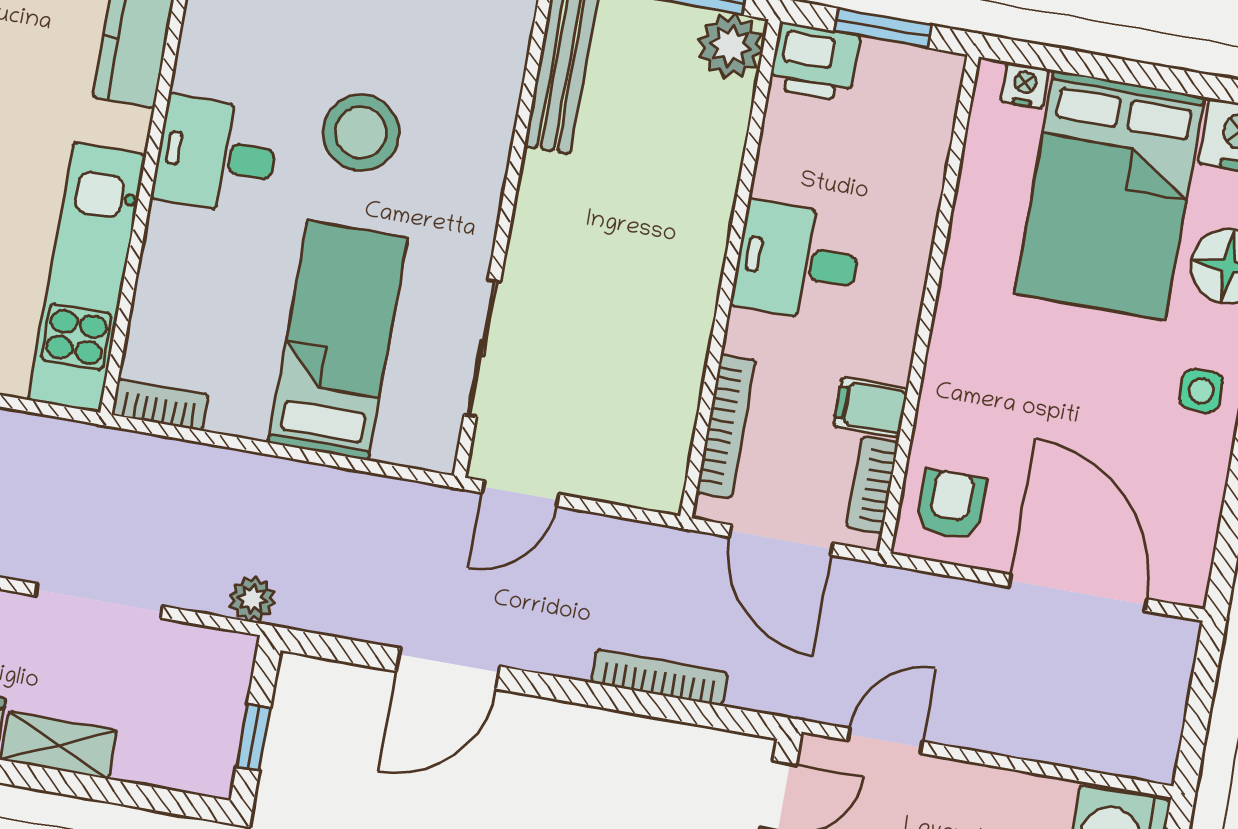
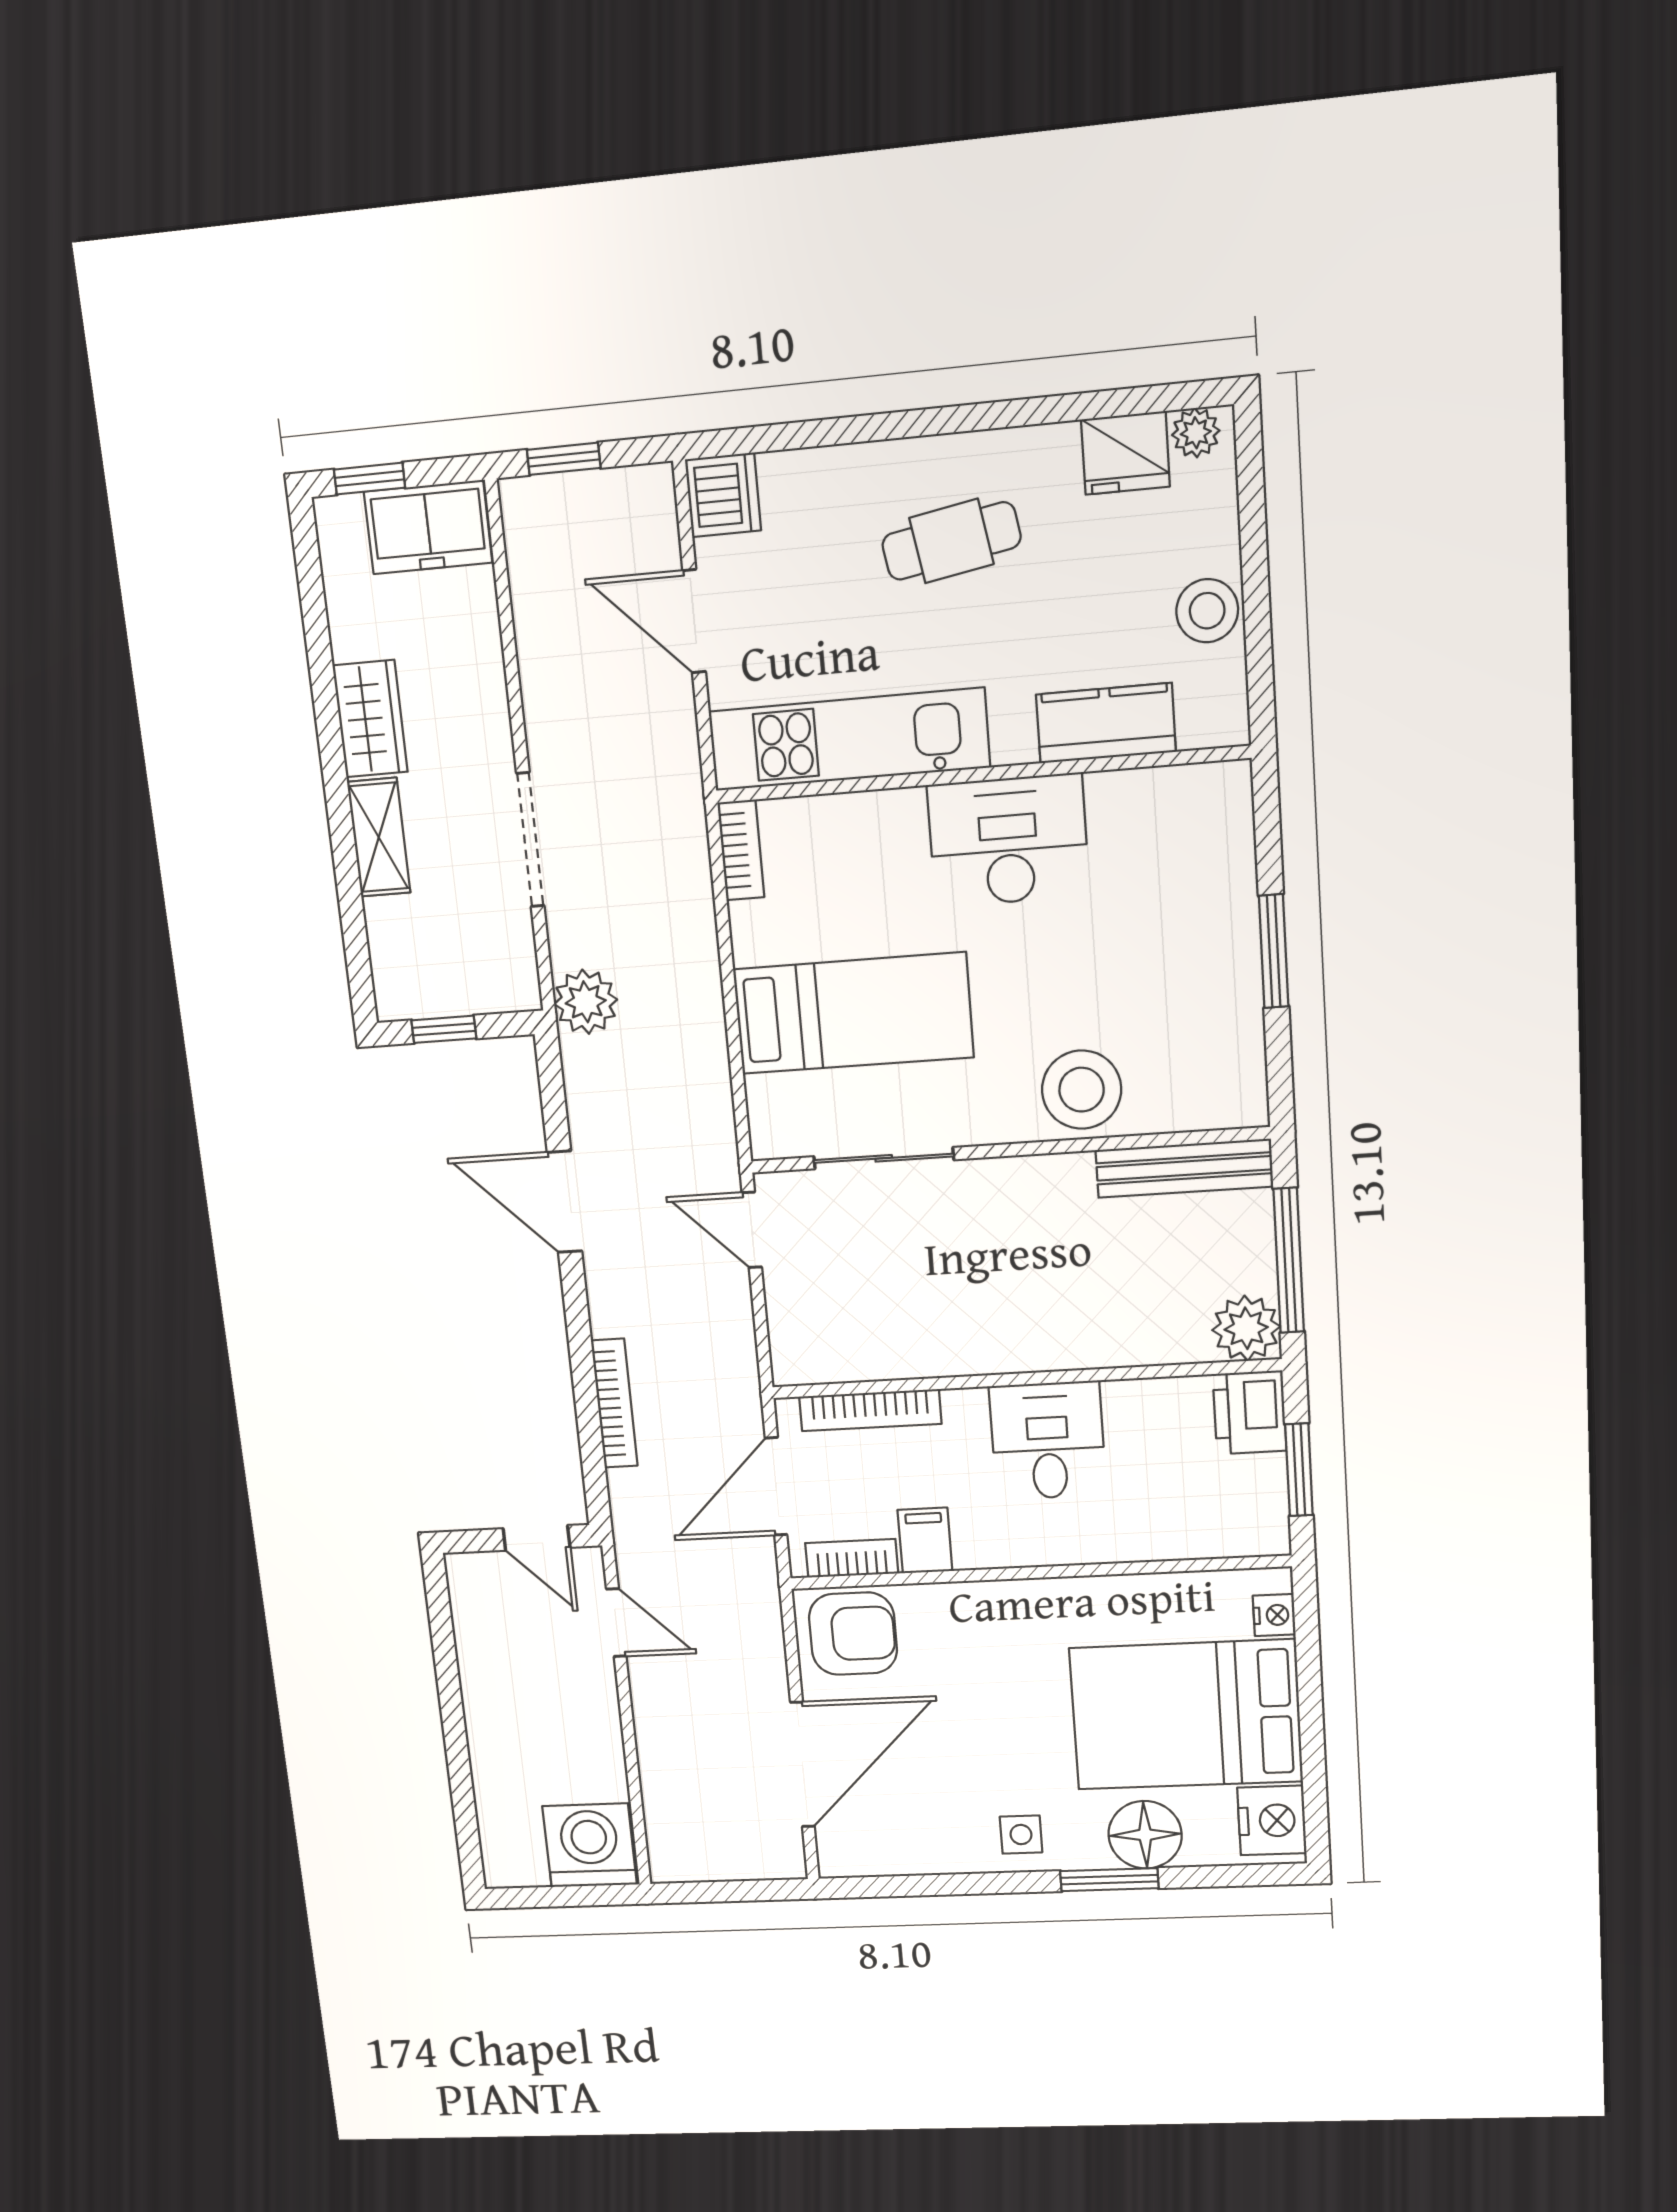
stool: (361, 133) -> (1082, 1090), moved
desk: (216, 155) -> (1008, 840), width x1.37
armchair: (951, 504) -> (853, 1634), width x1.38, depth x1.38
plant: (252, 599) -> (586, 1002), width x1.38, depth x1.38

